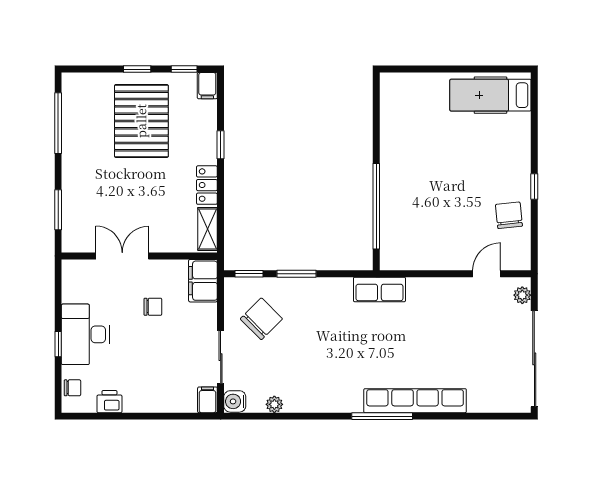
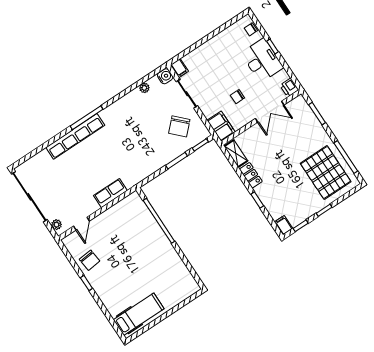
pallet: (141, 121) -> (326, 173), moved
row of seats: (379, 289) -> (110, 193), moved
printer: (109, 402) -> (289, 88), moved, turned 90

